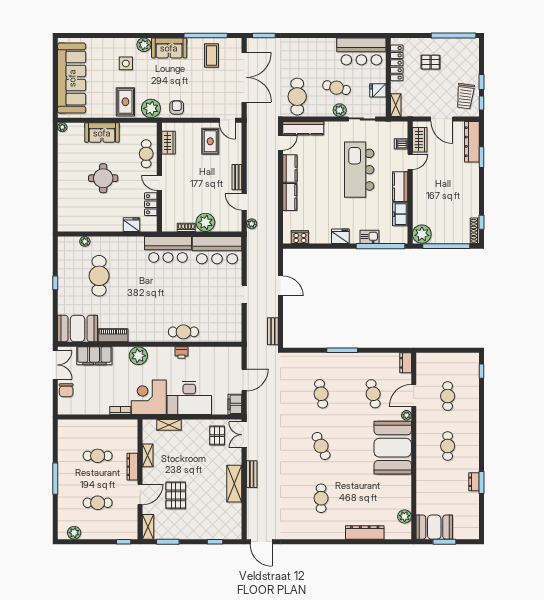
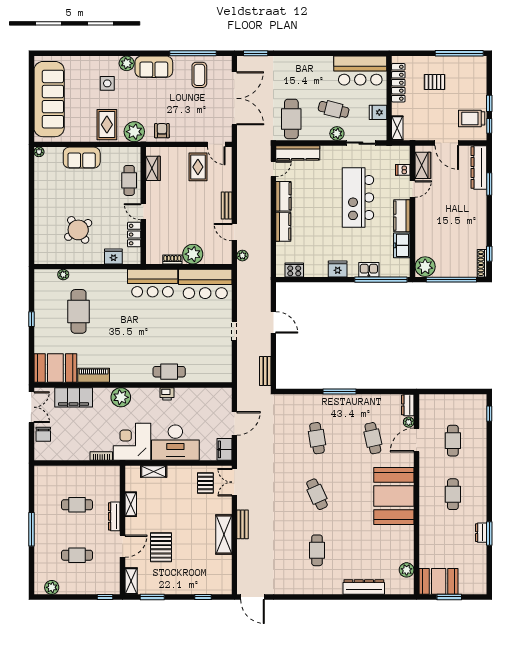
trolley: (465, 96) -> (472, 118), turned 83
round table: (103, 178) -> (78, 230), moved, turned -35
plant: (406, 415) -> (409, 422), moved

